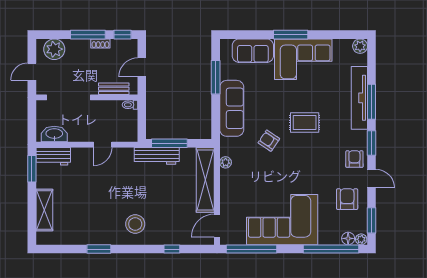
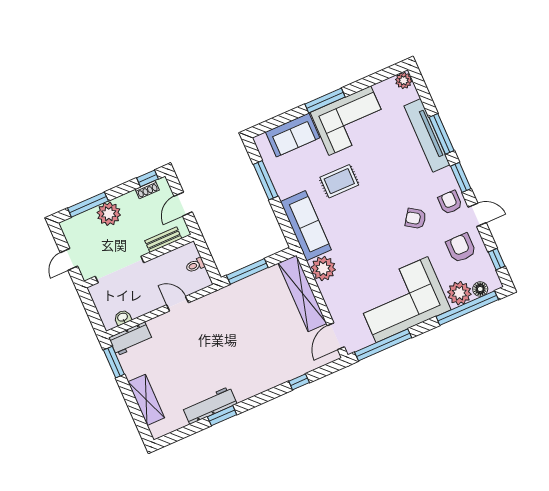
window: (88, 35) -> (88, 205), moved
shoe rack: (100, 43) -> (147, 190), moved
plant: (54, 49) -> (109, 214), moved
toilet: (130, 105) -> (195, 265), moved
sofa: (232, 108) -> (306, 226), moved
rug: (305, 123) -> (339, 181), moved
washbasin: (54, 134) -> (123, 317), width x0.52, depth x0.69
armchair: (269, 141) -> (416, 218), moved
door: (103, 145) -> (178, 304), swing flipped
workbench: (157, 156) -> (210, 405), moved, turned 180
plant: (226, 162) -> (323, 268), width x1.87, depth x1.87
window: (372, 220) -> (497, 259), width x0.67
stool: (135, 224) -> (249, 372), removed
plant: (361, 239) -> (459, 293), moved, width x1.88, depth x1.88

